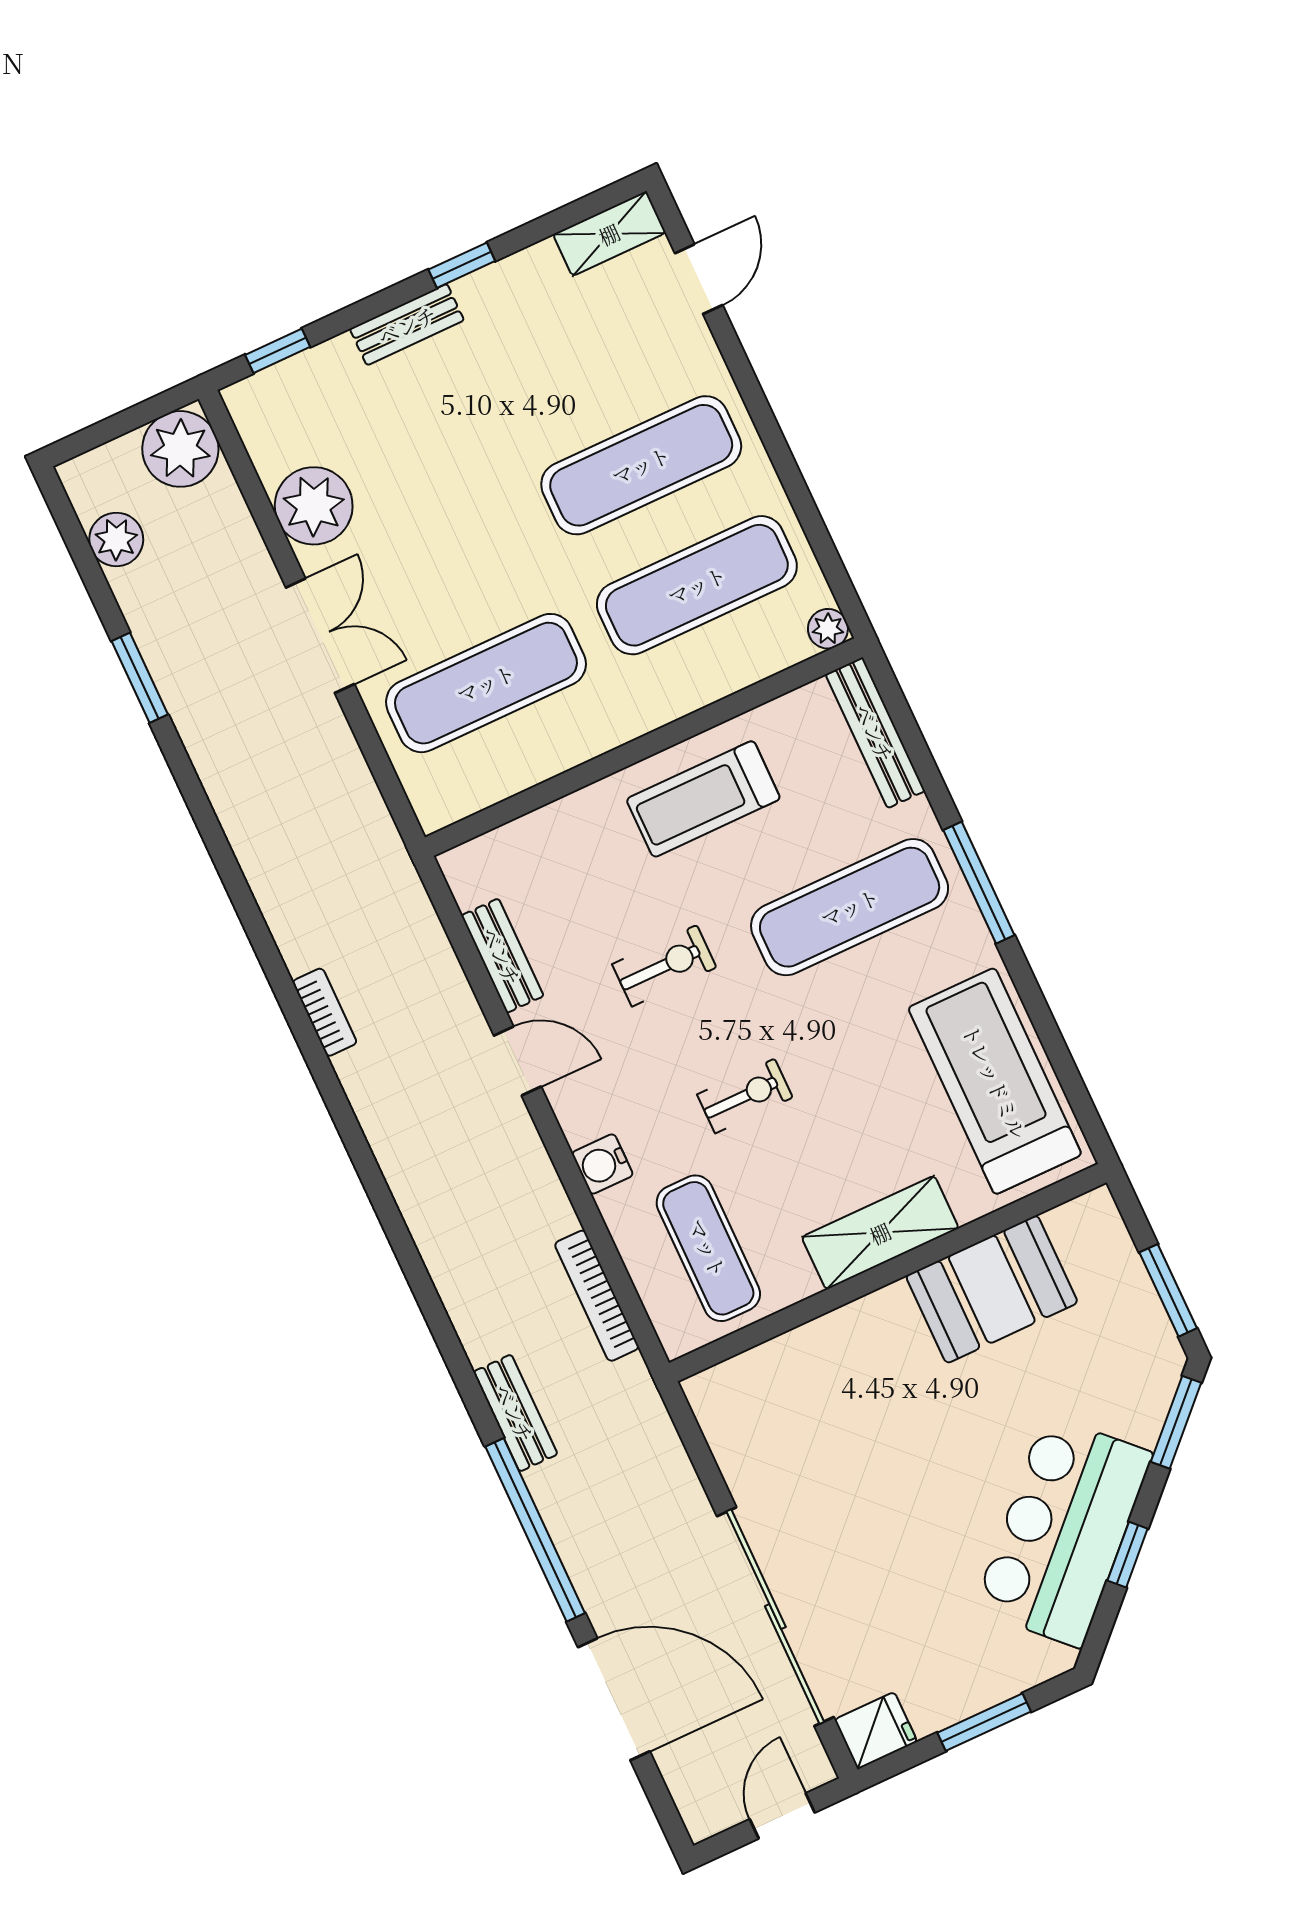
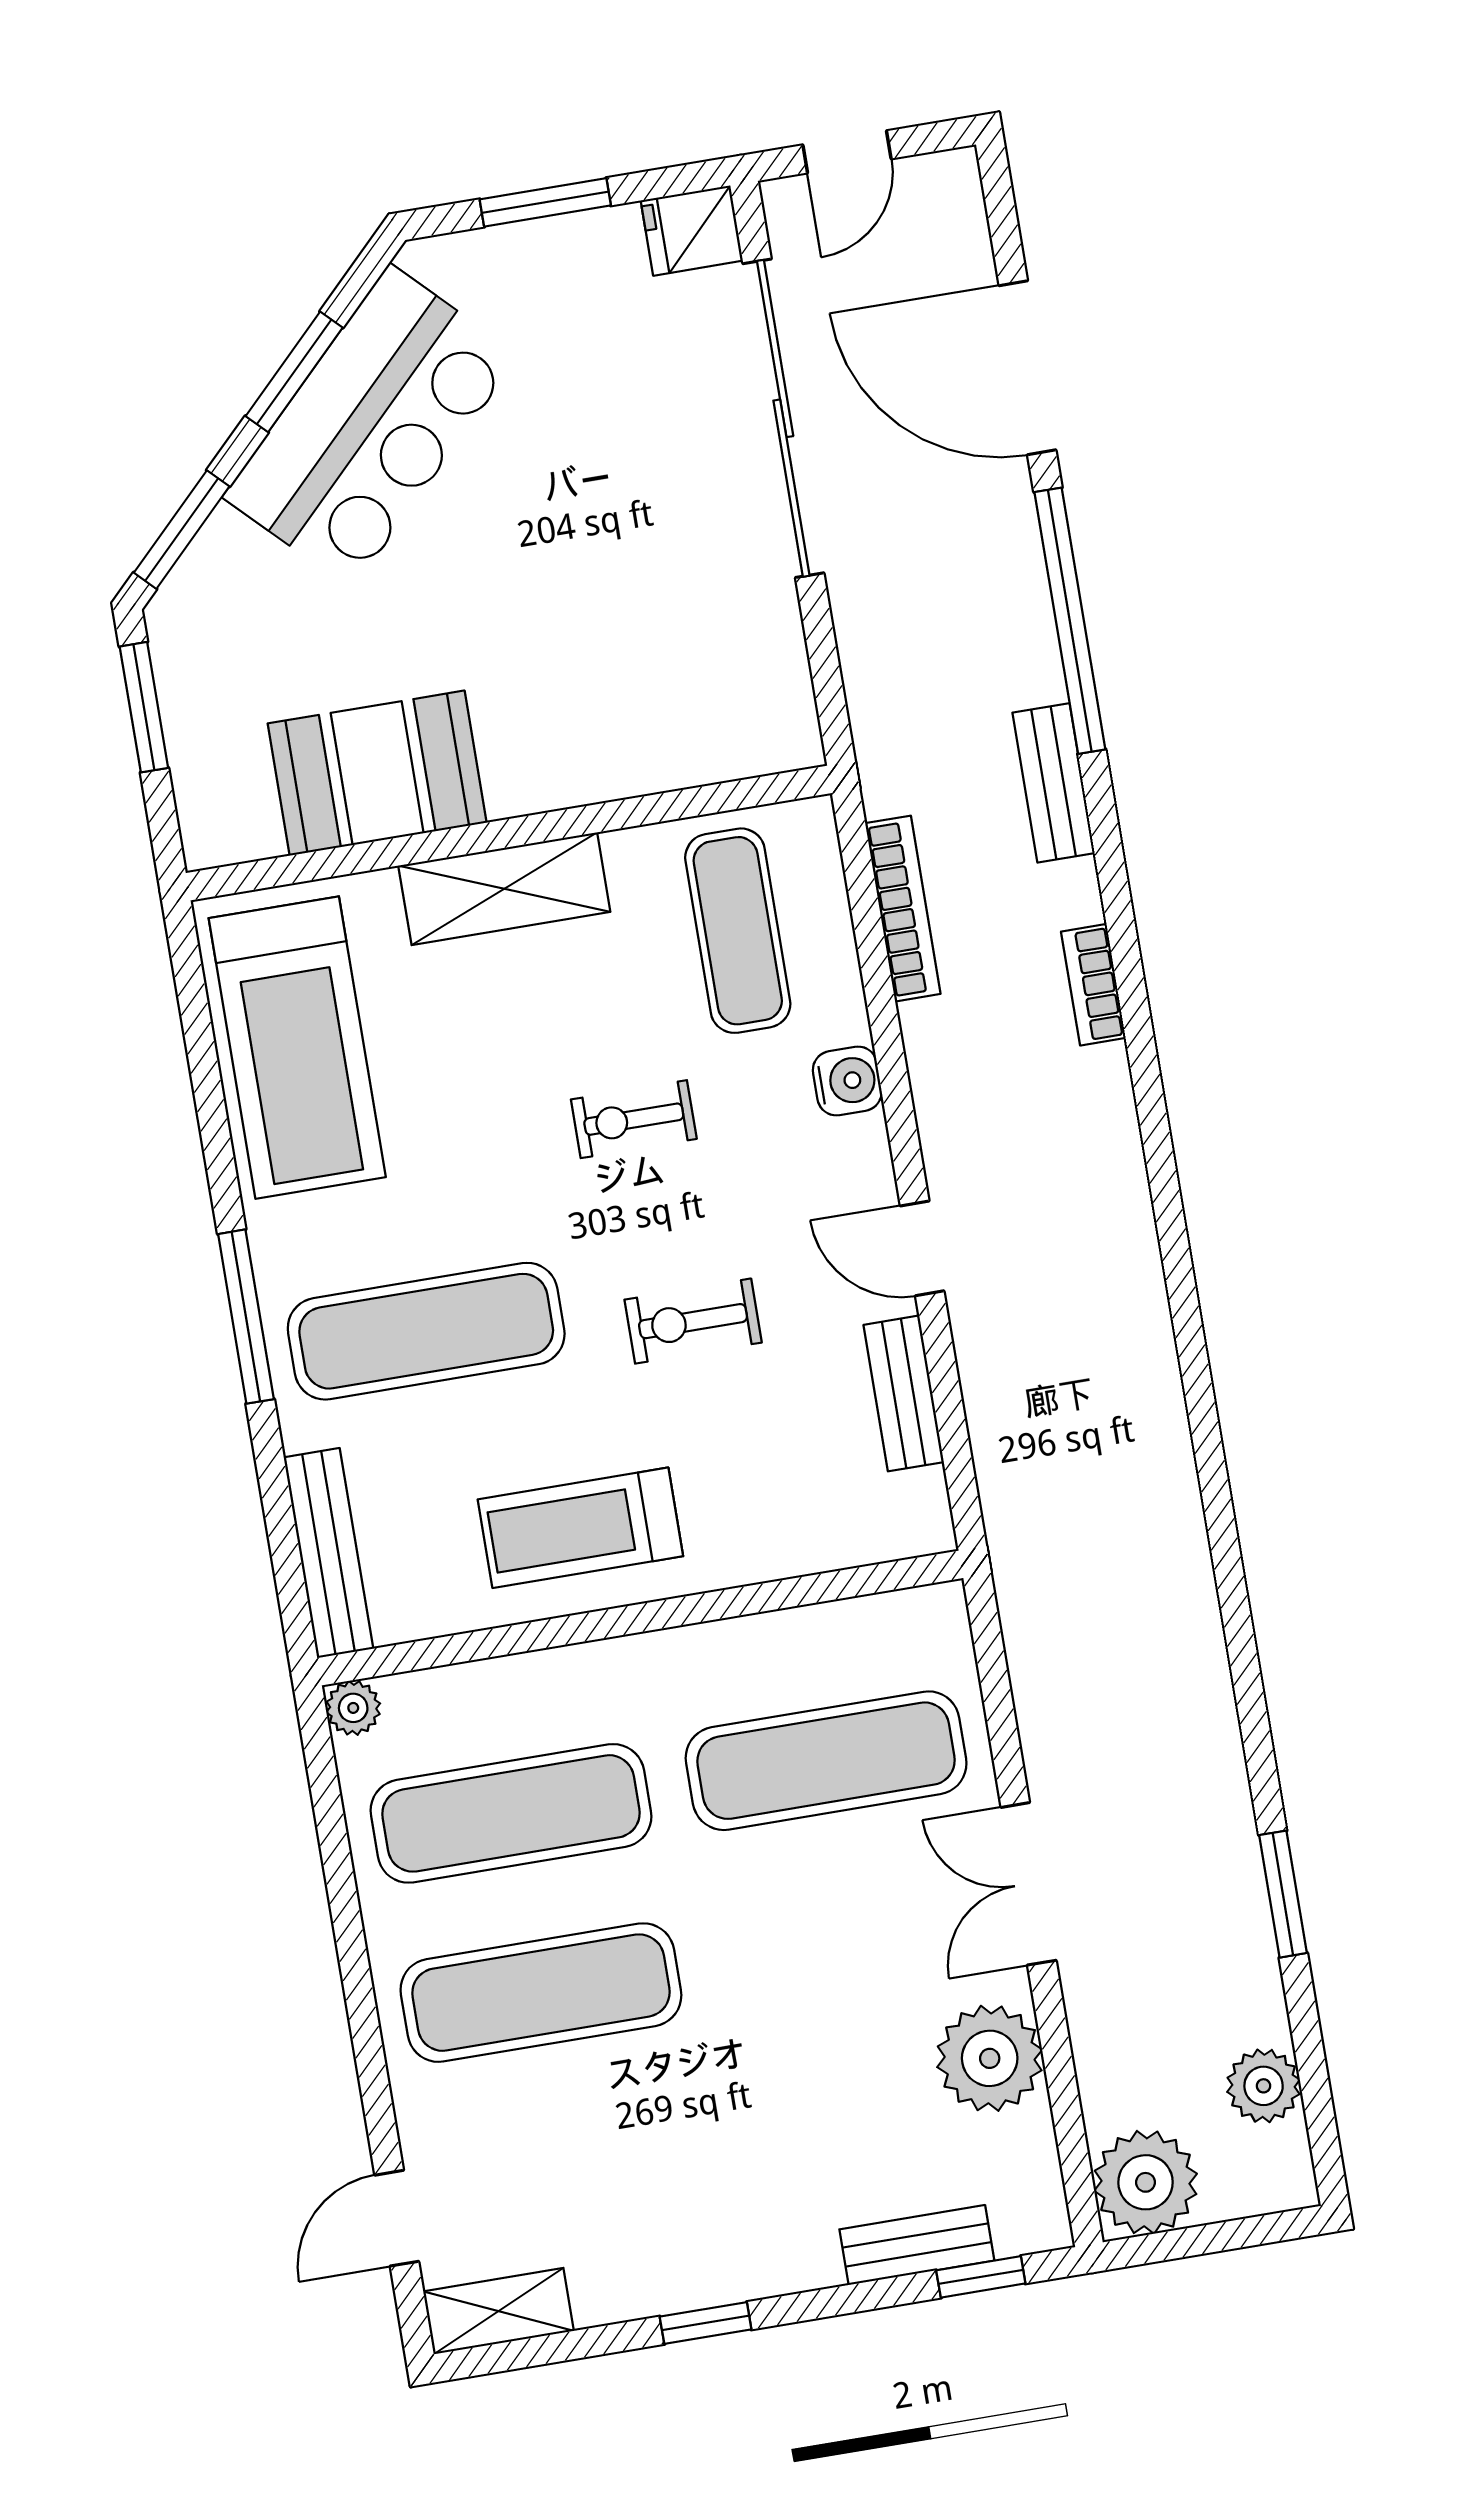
bench: (407, 325) -> (917, 2245), moved
treadmill: (703, 799) -> (580, 1528), turned 180
bookcase: (325, 1012) -> (1093, 985), moved
window: (1128, 1555) -> (294, 372), width x1.50

